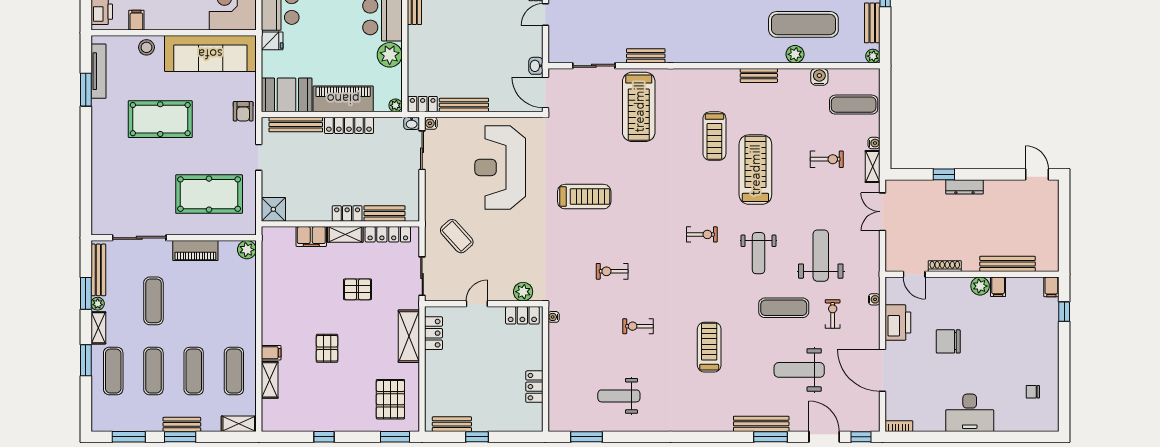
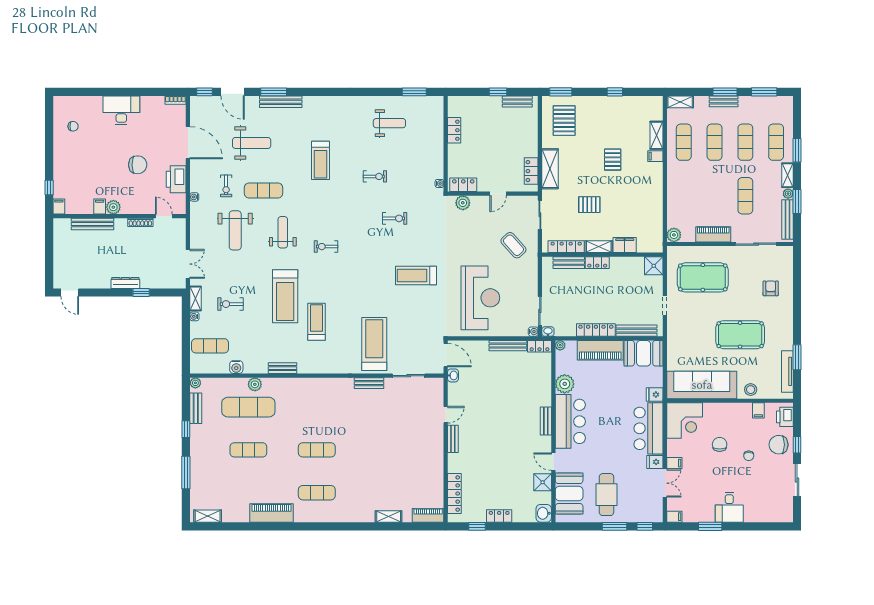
armchair: (243, 111) -> (771, 288), moved

